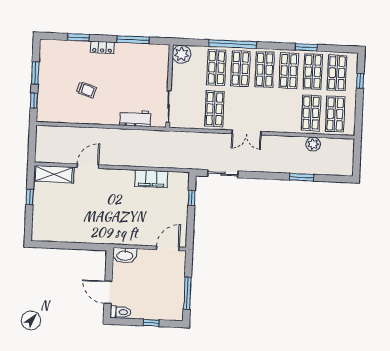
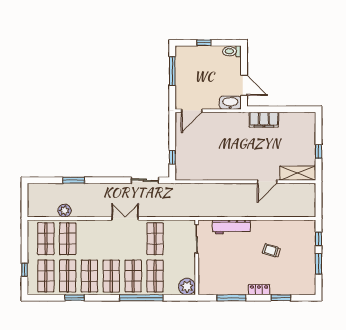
workbench: (135, 118) -> (231, 227), width x1.38
filing cabinet: (151, 179) -> (264, 120), moved, turned 180
door: (108, 292) -> (244, 85), moved

